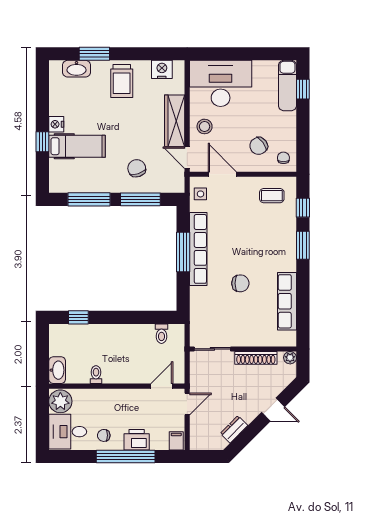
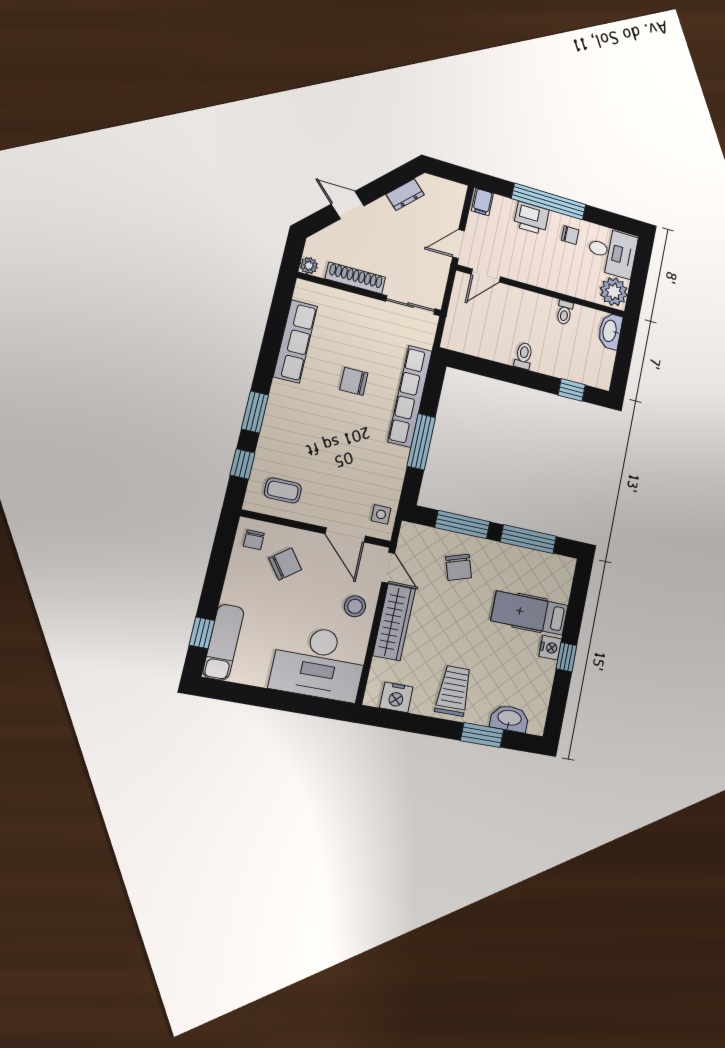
window: (42, 142) -> (566, 657), moved
row of seats: (198, 249) -> (410, 396), moved
toilet: (161, 334) -> (524, 356), moved

